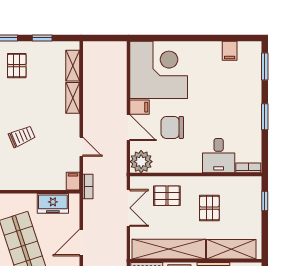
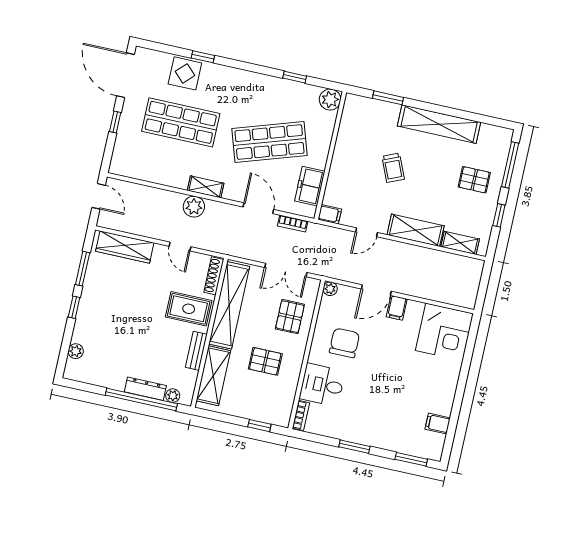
corner desk: (159, 70) -> (444, 332), width x0.74, depth x0.74
shelving: (73, 98) -> (416, 230), width x1.50, depth x1.33
chair: (172, 127) -> (344, 343), moved
plant: (141, 162) -> (330, 289), width x0.53, depth x0.53
bookcase: (88, 187) -> (293, 224), moved

